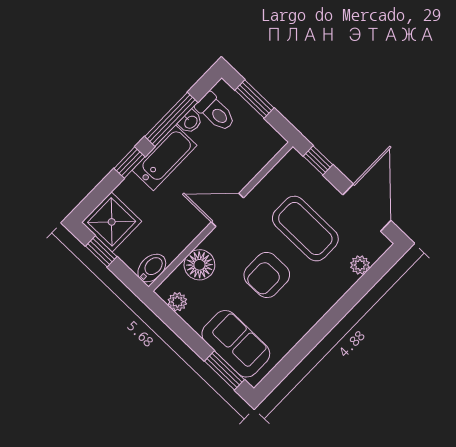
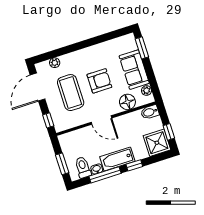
sofa: (236, 344) -> (134, 70), moved

